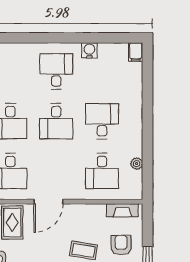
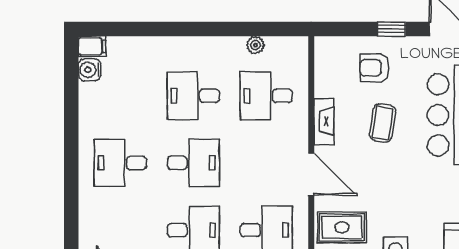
water cooler: (89, 50) -> (90, 70), moved
desk: (102, 171) -> (266, 96), turned 180
fireplace: (122, 210) -> (324, 121), moved

